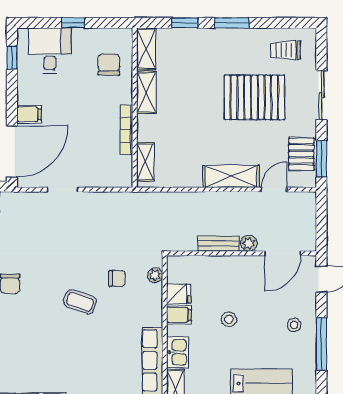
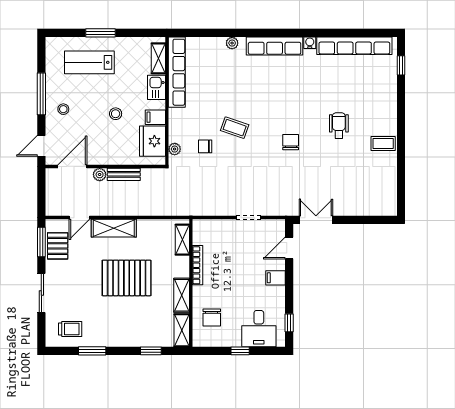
window: (232, 23) -> (92, 351), moved
pallet: (254, 97) -> (127, 278), moved
door: (12, 151) -> (289, 248), width x0.53
fridge: (179, 294) -> (152, 141), width x1.88, depth x1.34

